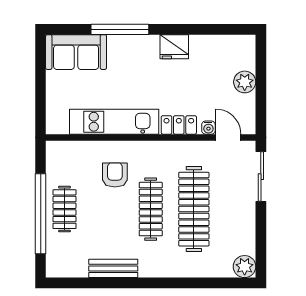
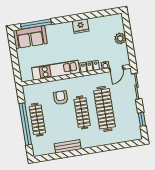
window: (120, 29) -> (36, 24), moved
door: (228, 137) -> (116, 69), swing flipped
clothes rail: (65, 209) -> (37, 120), width x1.36
window: (261, 240) -> (142, 119), added
plant: (245, 267) -> (136, 134), removed

